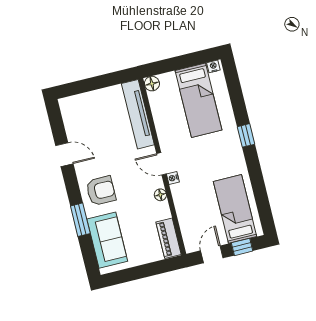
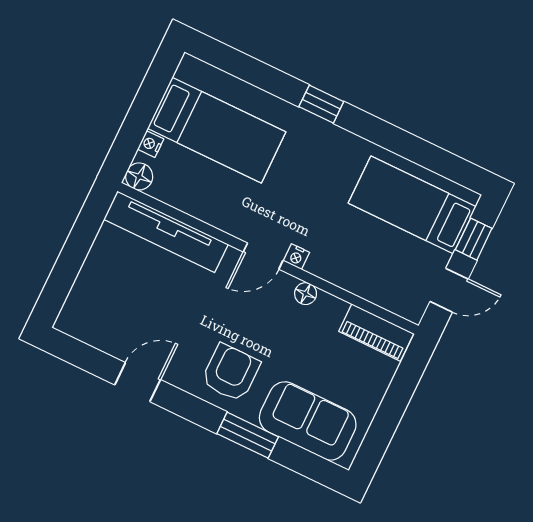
nightstand: (213, 66) -> (151, 144), moved
door: (212, 254) -> (449, 290), swing flipped

